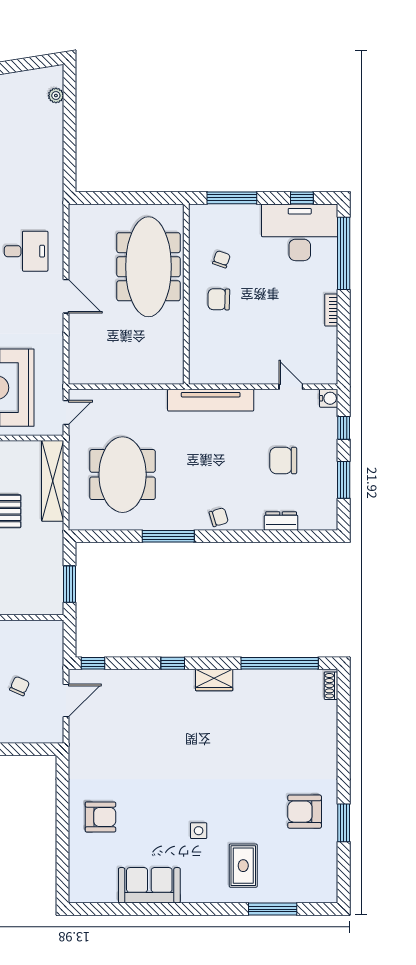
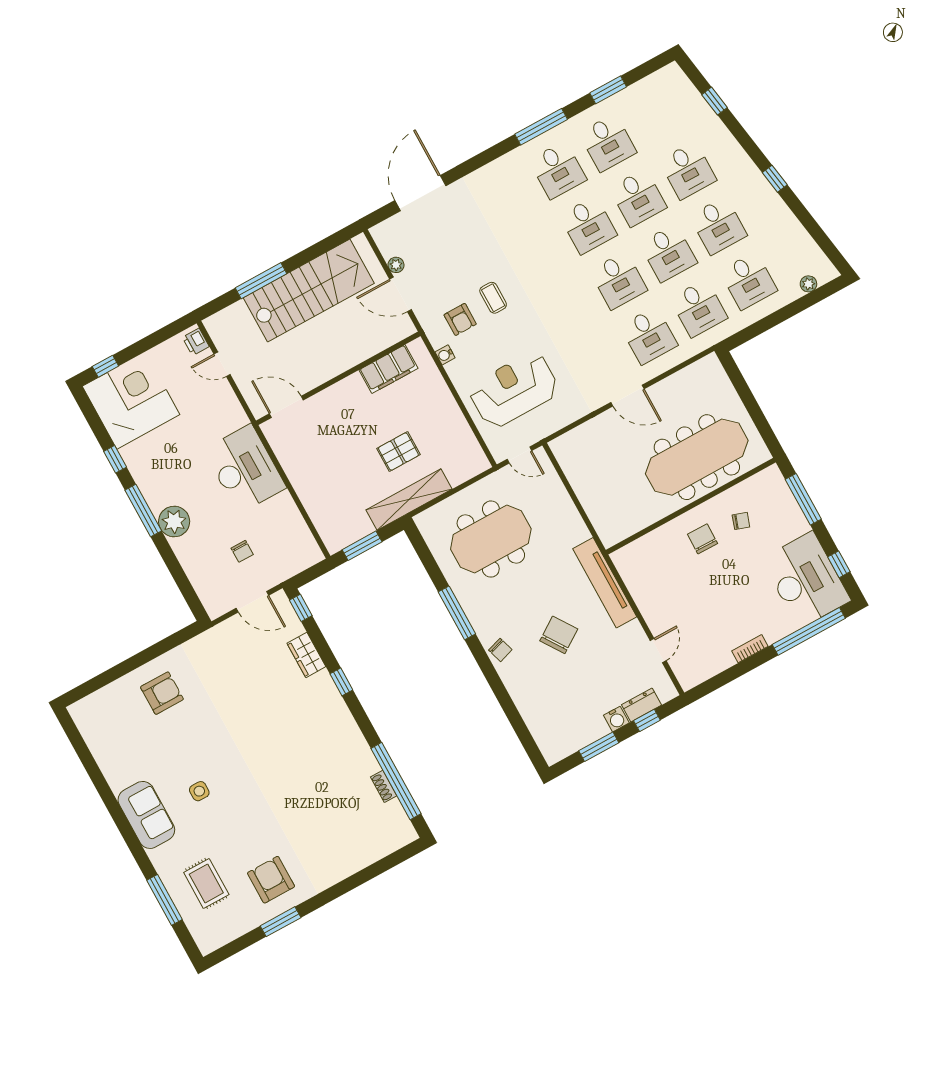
desk: (26, 144) -> (748, 281), added
desk: (26, 197) -> (699, 308), added
door: (66, 296) -> (627, 396), hinge flipped
water cooler: (329, 398) -> (616, 719), moved
chair: (283, 460) -> (559, 635), moved, turned 56
shelving: (53, 481) -> (409, 500), moved
dresser: (281, 521) -> (641, 705), moved, turned -90
wardrobe: (214, 680) -> (306, 655), moved
chair: (20, 686) -> (242, 551), turned 66
shoe rack: (331, 686) -> (384, 786), moved, turned -90
armchair: (100, 817) -> (162, 693), turned -90
rug: (243, 866) -> (206, 884), moved, turned 90
sofa: (149, 885) -> (146, 815), moved

